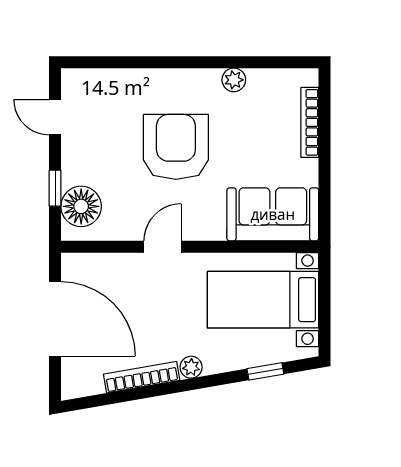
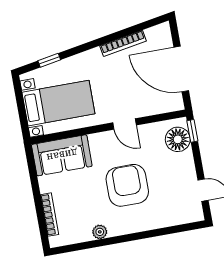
armchair: (176, 147) -> (127, 185), turned 180
window: (55, 188) -> (192, 131), moved
door: (163, 247) -> (124, 124), hinge flipped
plant: (191, 367) -> (94, 55), removed

